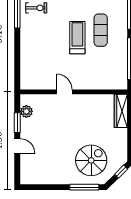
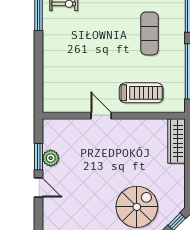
treadmill: (77, 38) -> (141, 93), moved, turned 90
plant: (26, 111) -> (51, 158), moved

